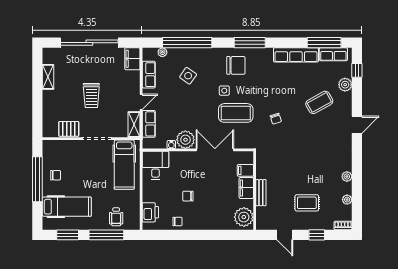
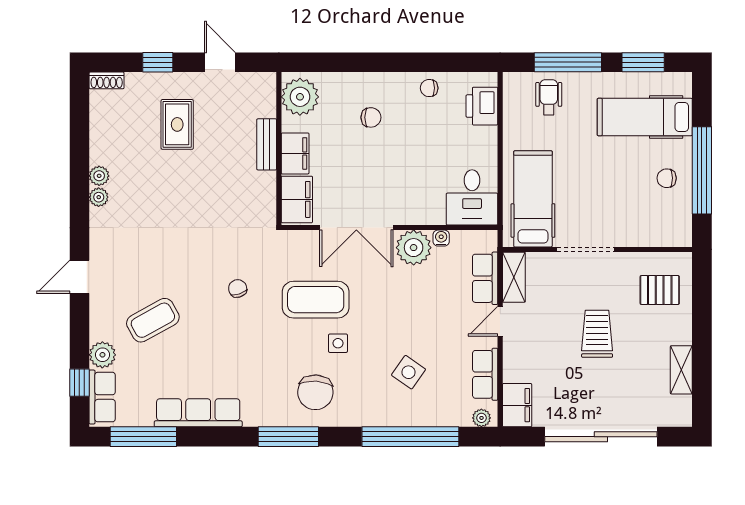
plant: (162, 52) -> (481, 418), moved
row of seats: (333, 54) -> (102, 397), moved, turned 90
chair: (236, 65) -> (315, 392), turned -86
pallet: (69, 129) -> (660, 290), moved
filing cabinet: (245, 170) -> (297, 199), width x2.00
chair: (188, 196) -> (371, 117), moved
plant: (347, 200) -> (99, 197), moved
rug: (307, 203) -> (177, 124), turned 90

